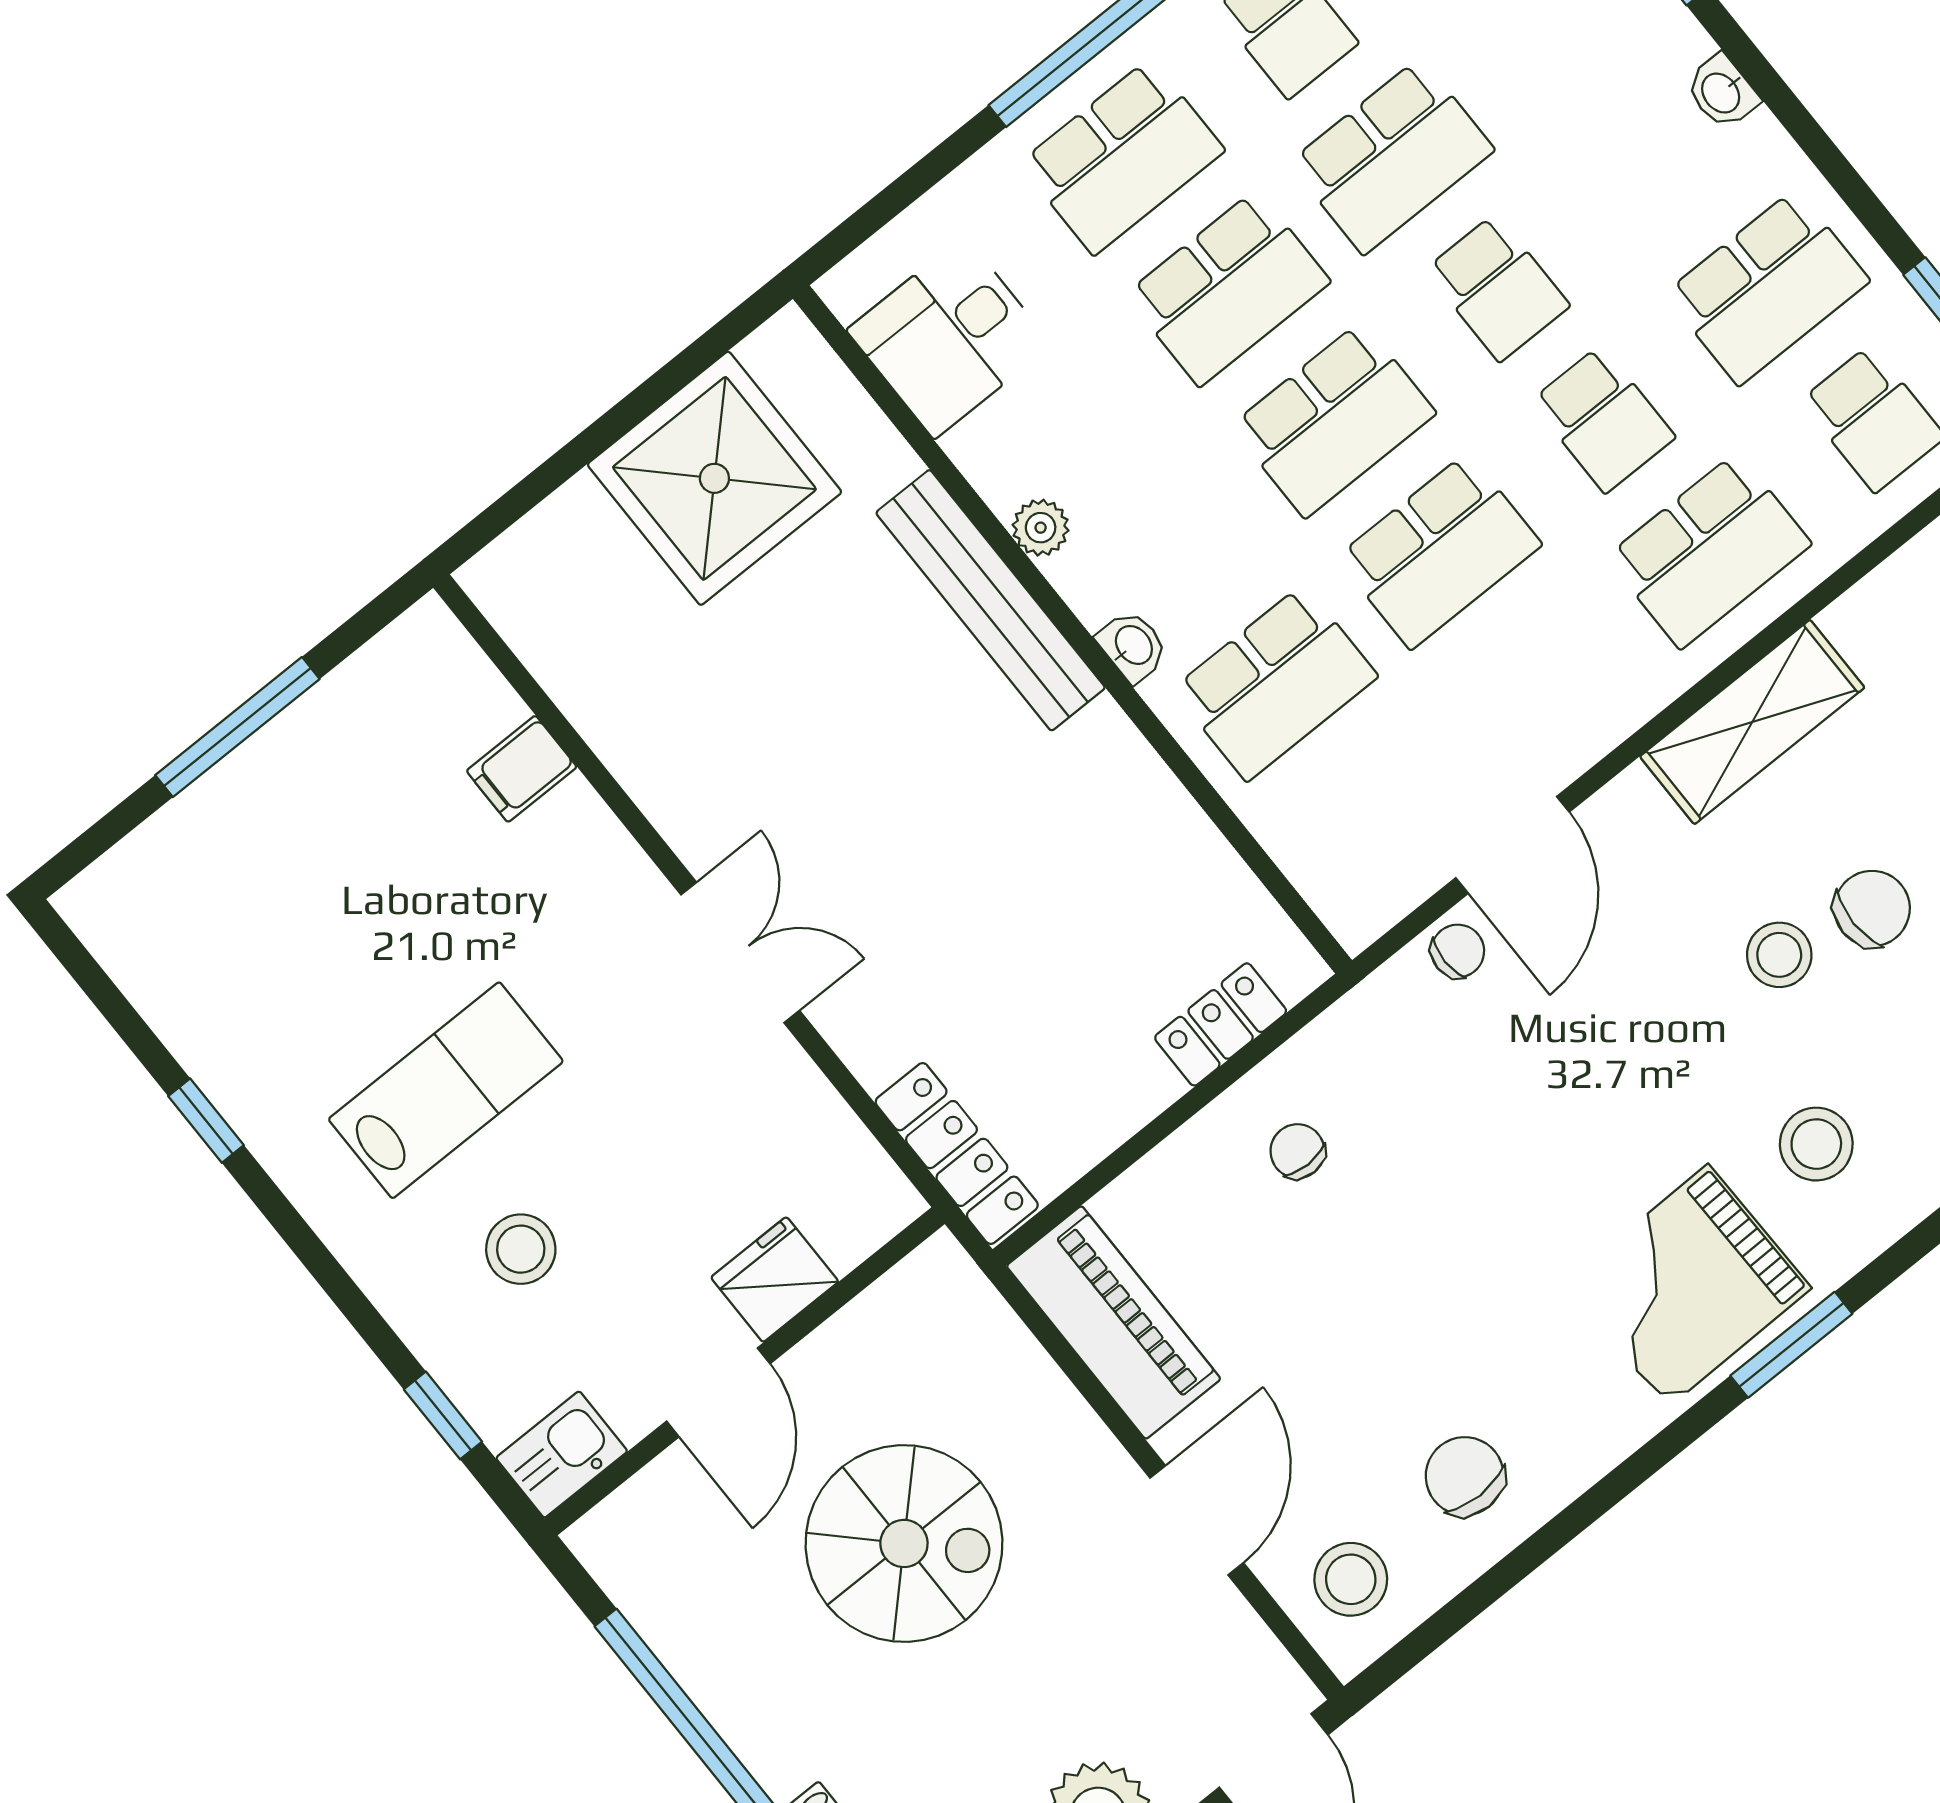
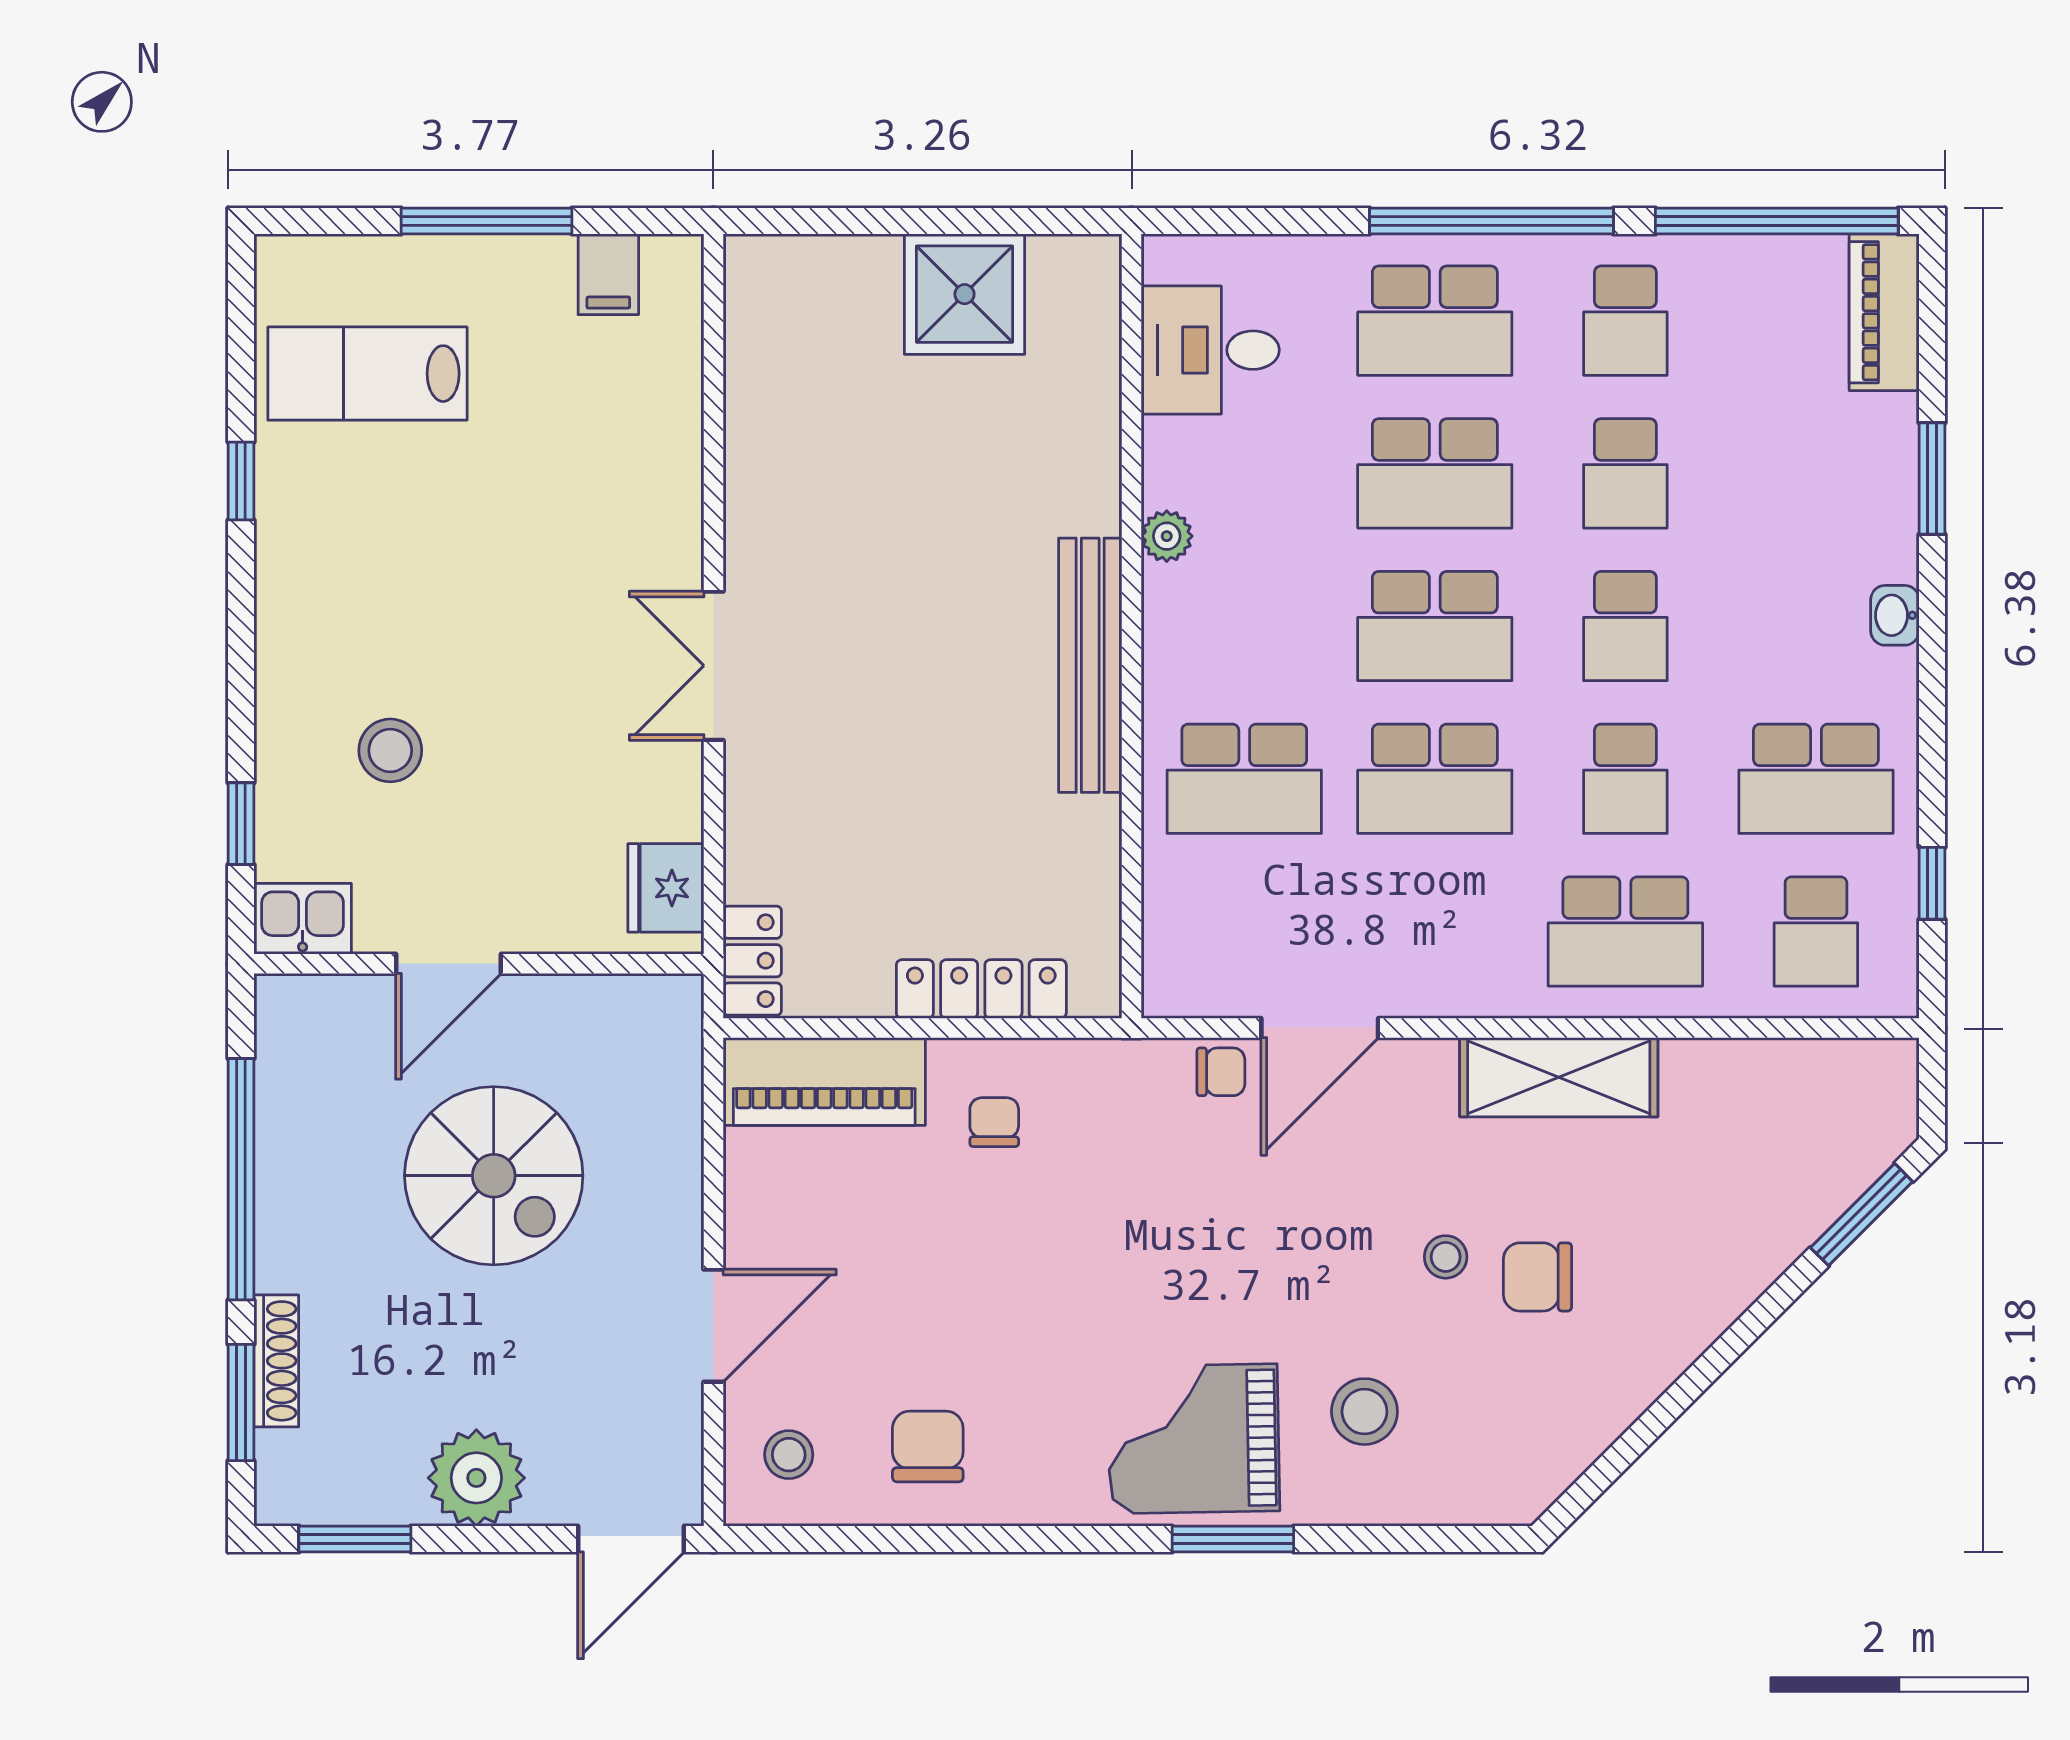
school desk: (1392, 156) -> (1625, 473), width x0.54
shower: (714, 478) -> (965, 294), width x0.73, depth x0.73
bench: (991, 600) -> (1090, 665), moved
washbasin: (1133, 646) -> (1165, 672), removed
filing cabinet: (522, 769) -> (608, 274), moved, turned -90
chair: (1872, 909) -> (1538, 1277), turned 180
double door: (740, 953) -> (714, 666), swing flipped
stool: (1779, 955) -> (1446, 1257), width x0.73, depth x0.73
locker: (1221, 1024) -> (981, 989), width x1.53
lab bench: (446, 1090) -> (367, 374), moved, turned 180
locker: (957, 1153) -> (752, 961), width x0.66
fridge: (775, 1280) -> (666, 888), moved, turned -90
piano: (1114, 1322) -> (824, 1081), moved, turned 90
stool: (1351, 1579) -> (789, 1455), width x0.73, depth x0.73

